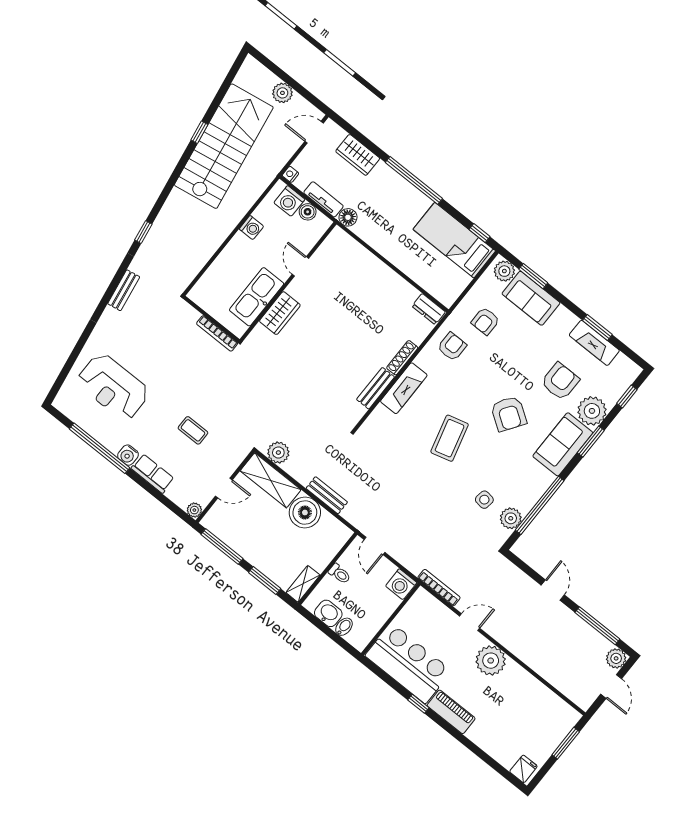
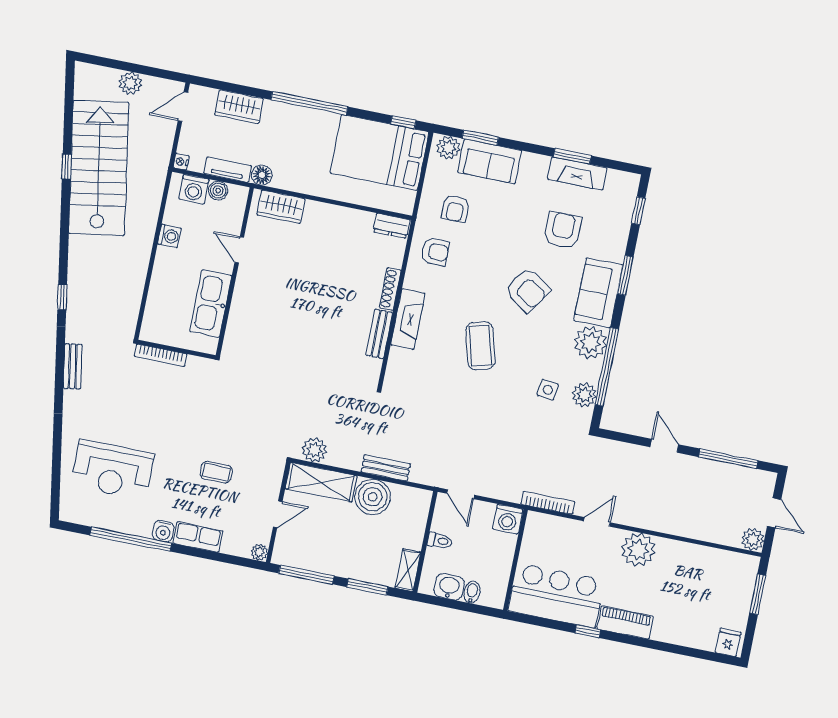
bed: (454, 240) -> (380, 152), width x1.50
wardrobe: (280, 313) -> (281, 207), moved, turned 90
bookcase: (217, 333) -> (161, 355), moved
armchair: (452, 347) -> (435, 252), turned 90
plant: (592, 411) -> (590, 343), moved
plant: (616, 658) -> (753, 539), moved

